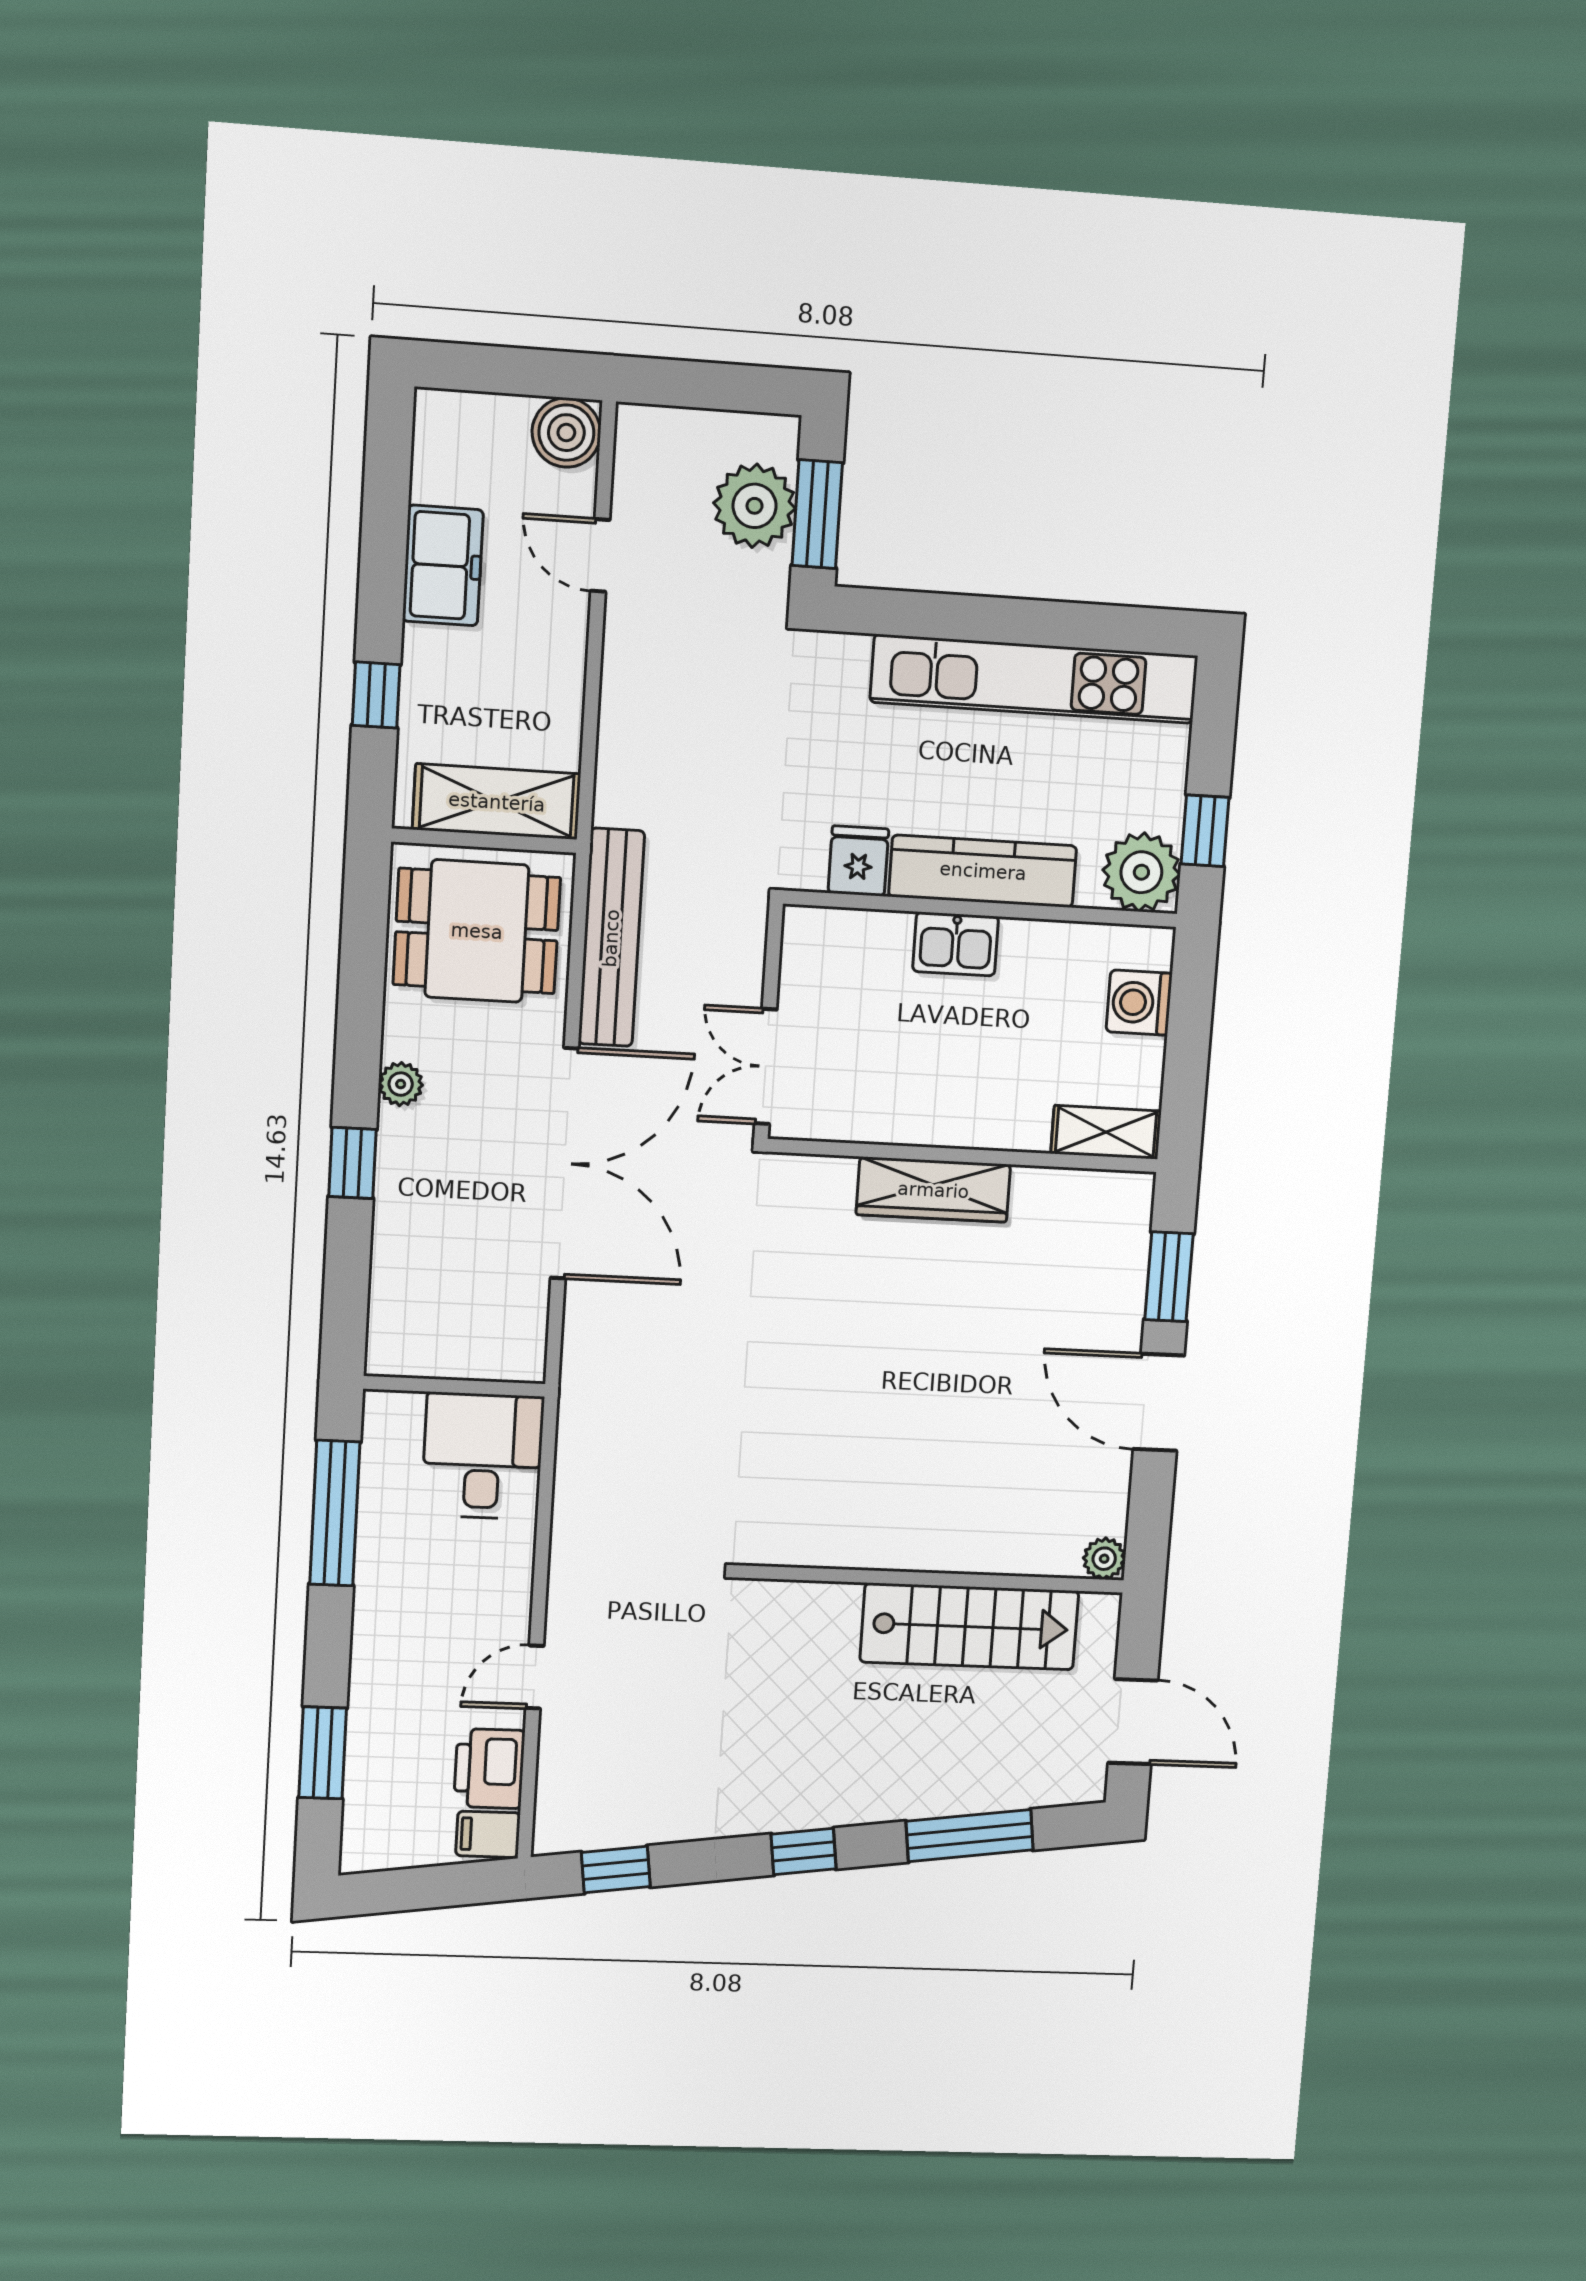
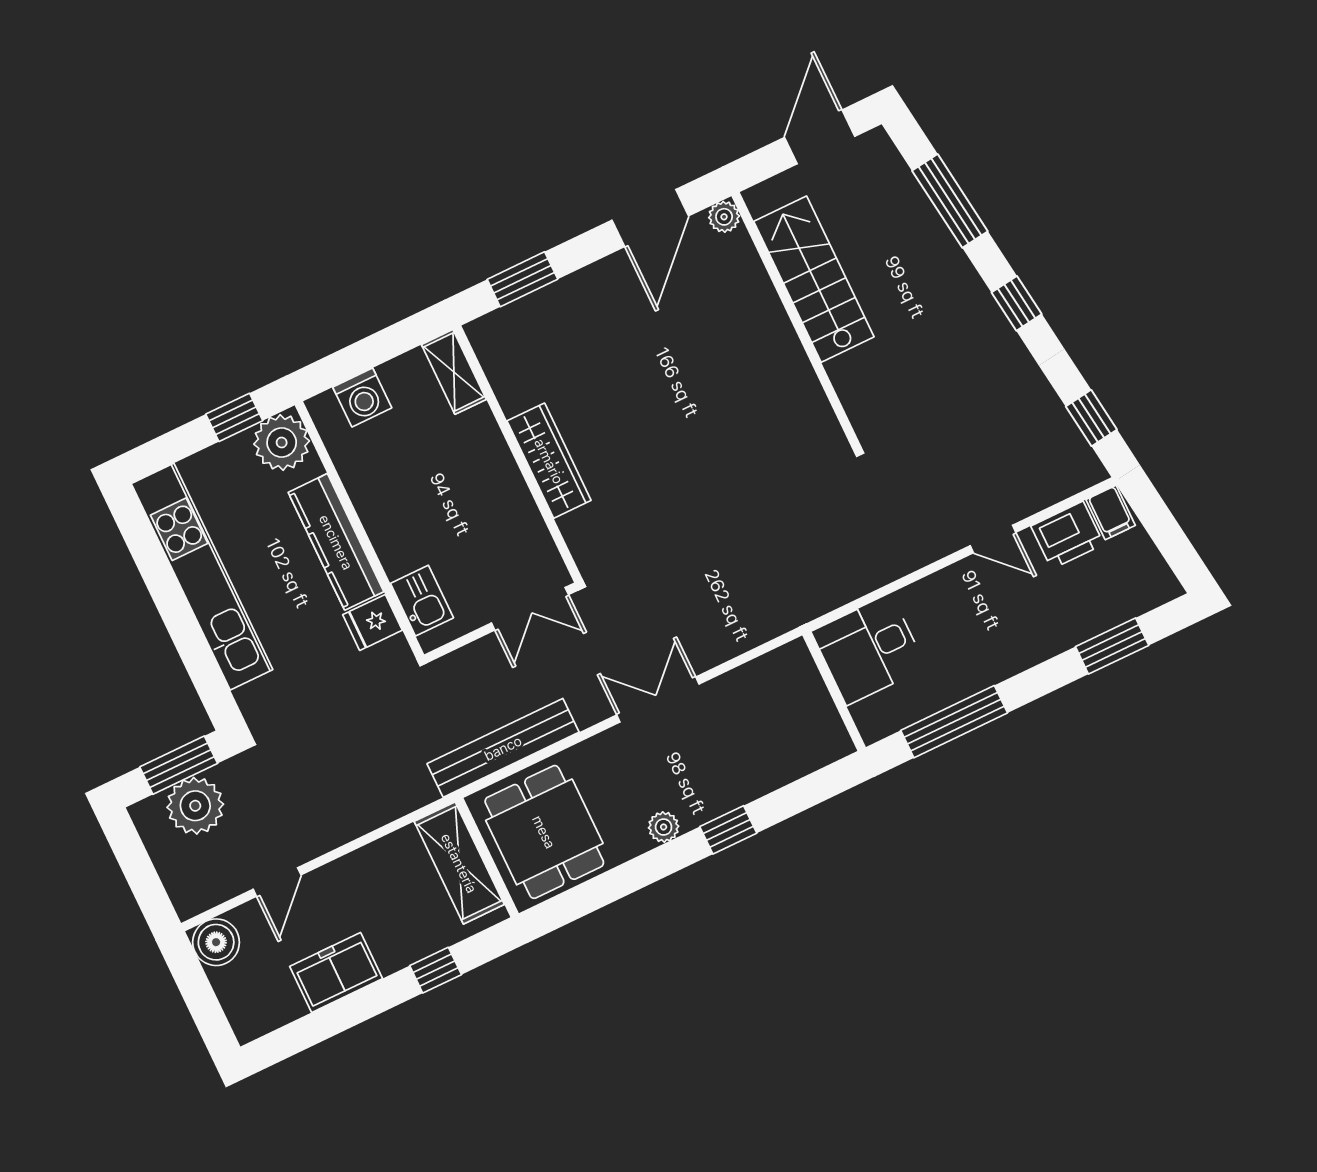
kitchen sink: (956, 944) -> (422, 601), moved
double door: (565, 1164) -> (658, 700), width x0.54
door: (1159, 1402) -> (650, 218), moved

